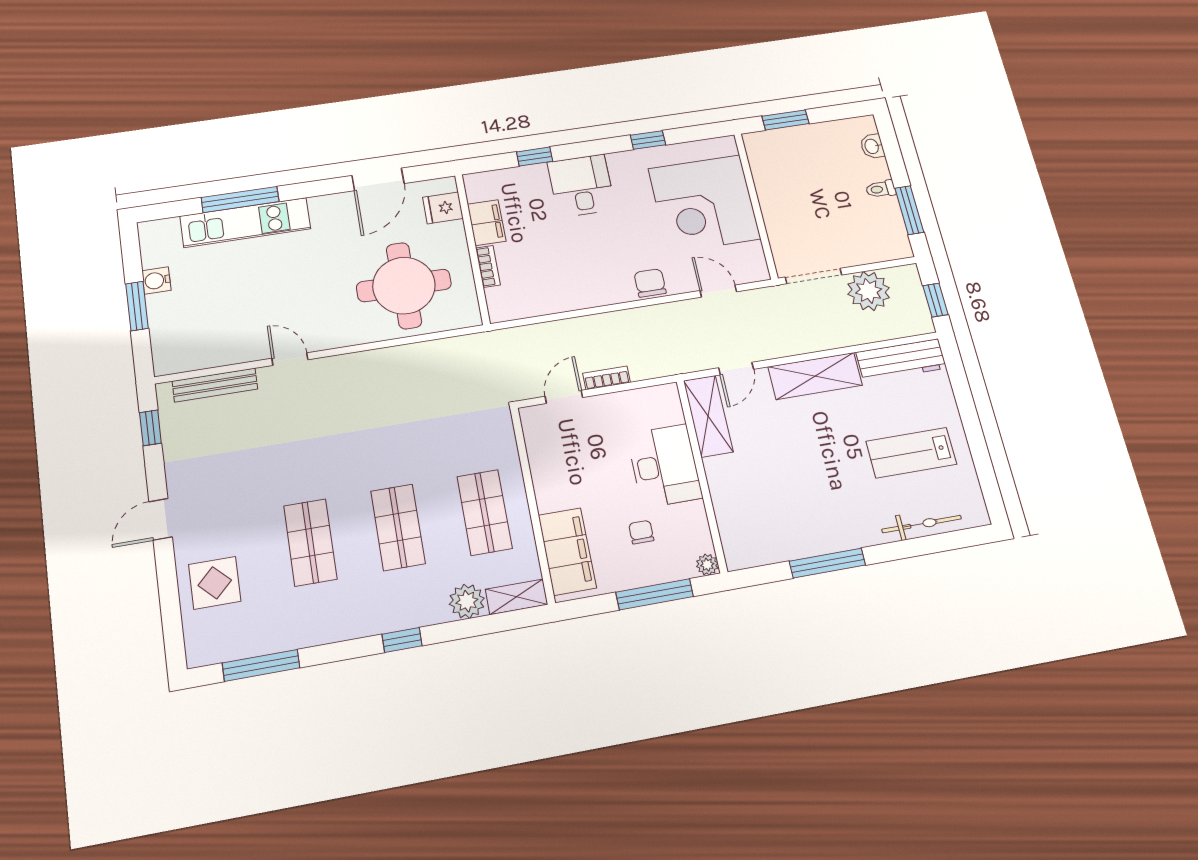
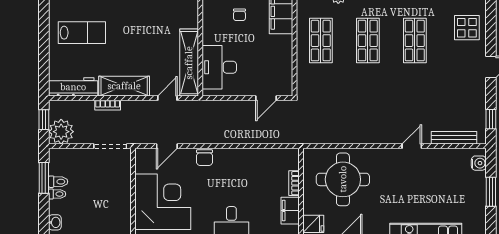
toilet: (884, 208) -> (58, 182), added
water cooler: (156, 280) -> (479, 163), moved
door: (718, 291) -> (167, 146), hinge flipped
plant: (869, 291) -> (61, 132), moved
door: (290, 359) -> (412, 146), swing flipped
bookcase: (607, 378) -> (108, 105), moved
shelving: (708, 416) -> (189, 63), width x1.47
desk: (664, 466) -> (219, 67), moved

